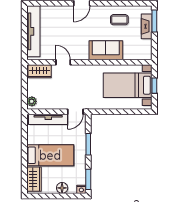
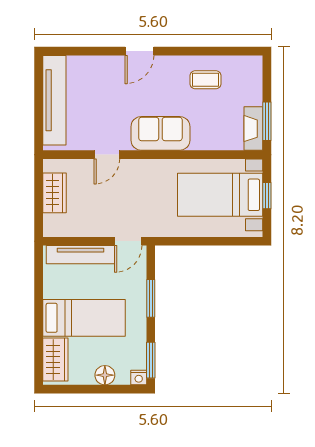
window: (154, 21) -> (267, 121), moved
fireplace: (147, 26) -> (253, 129), moved
sofa: (106, 50) -> (160, 133), moved
door: (63, 62) -> (107, 155), swing flipped
wardrobe: (40, 71) -> (55, 193), moved, turned -90
plant: (32, 101) -> (52, 223), removed

